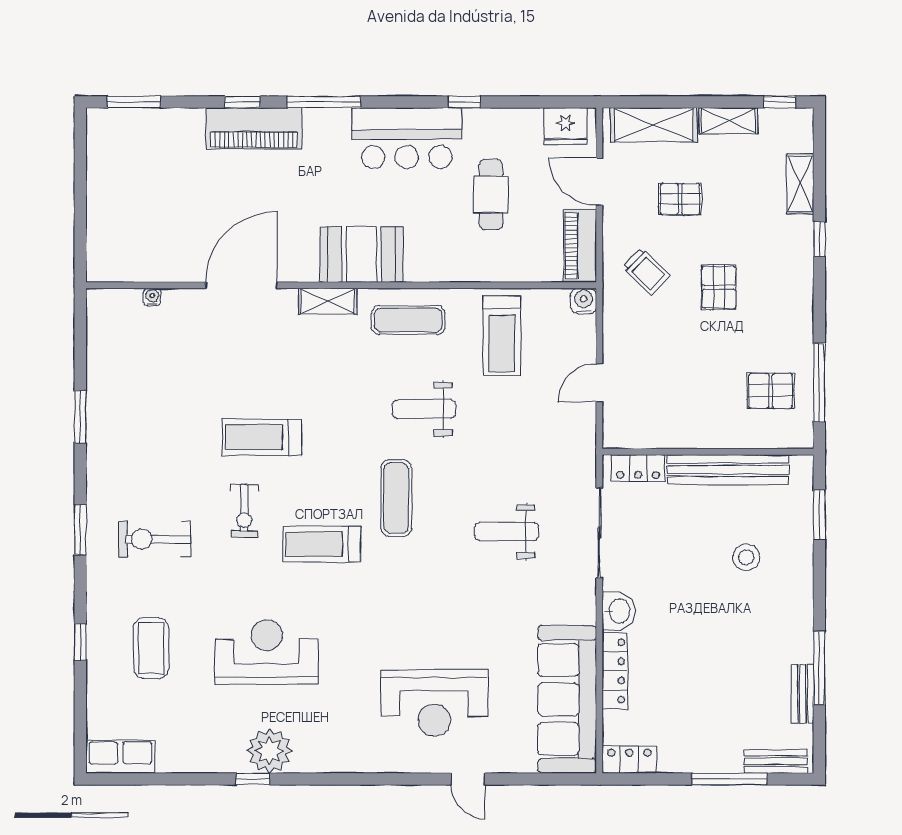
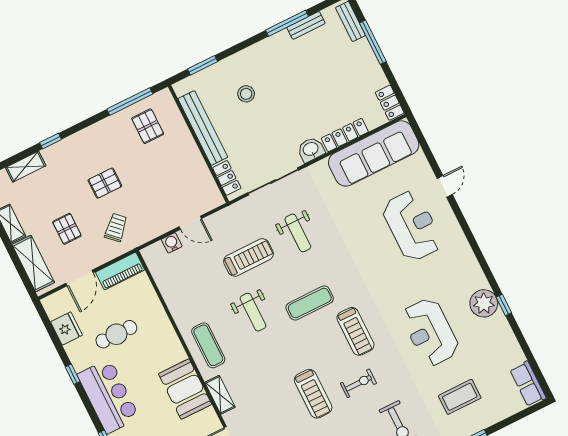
fridge: (565, 126) -> (66, 328), moved
water cooler: (584, 301) -> (172, 243), moved, turned 90
treadmill: (502, 335) -> (249, 257), moved

